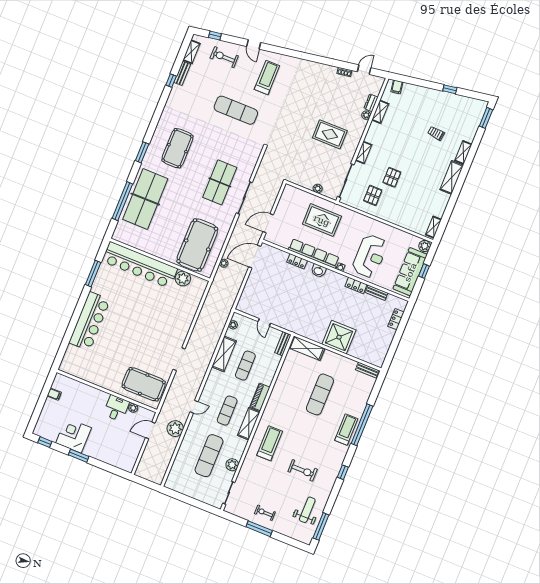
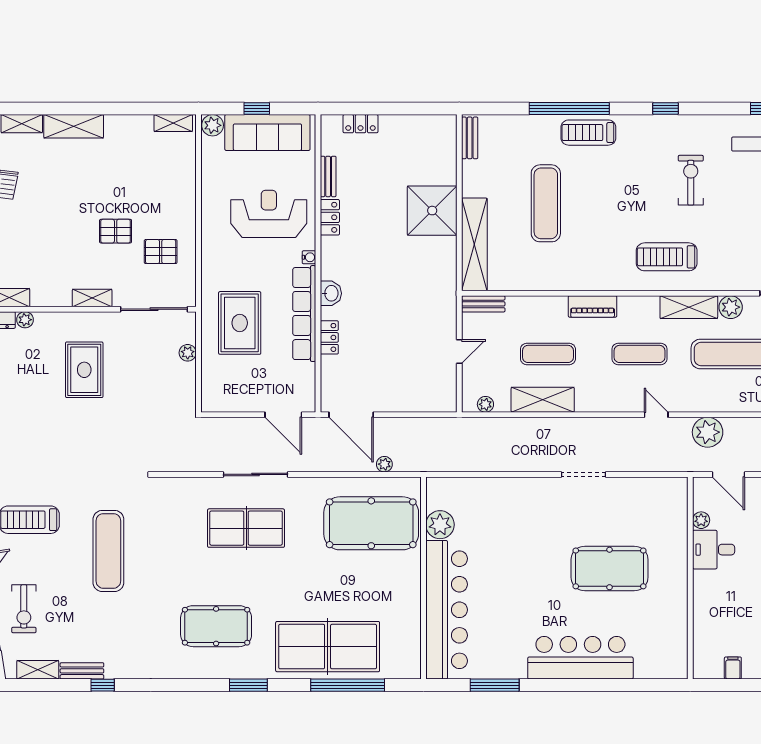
shelving: (307, 348) -> (474, 244), width x1.47
pool table: (144, 384) -> (610, 568), moved, turned 90
exercise mat: (320, 394) -> (546, 203), turned 90
shelving: (249, 424) -> (689, 307), moved

